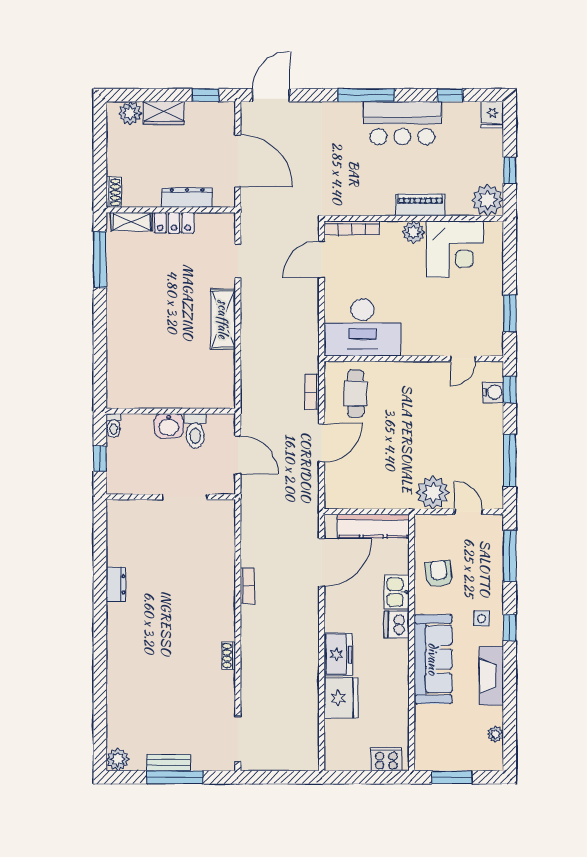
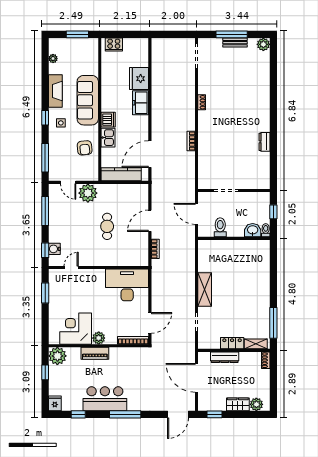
cafe table: (356, 394) -> (107, 226), moved
washbasin: (169, 426) -> (253, 230), moved

